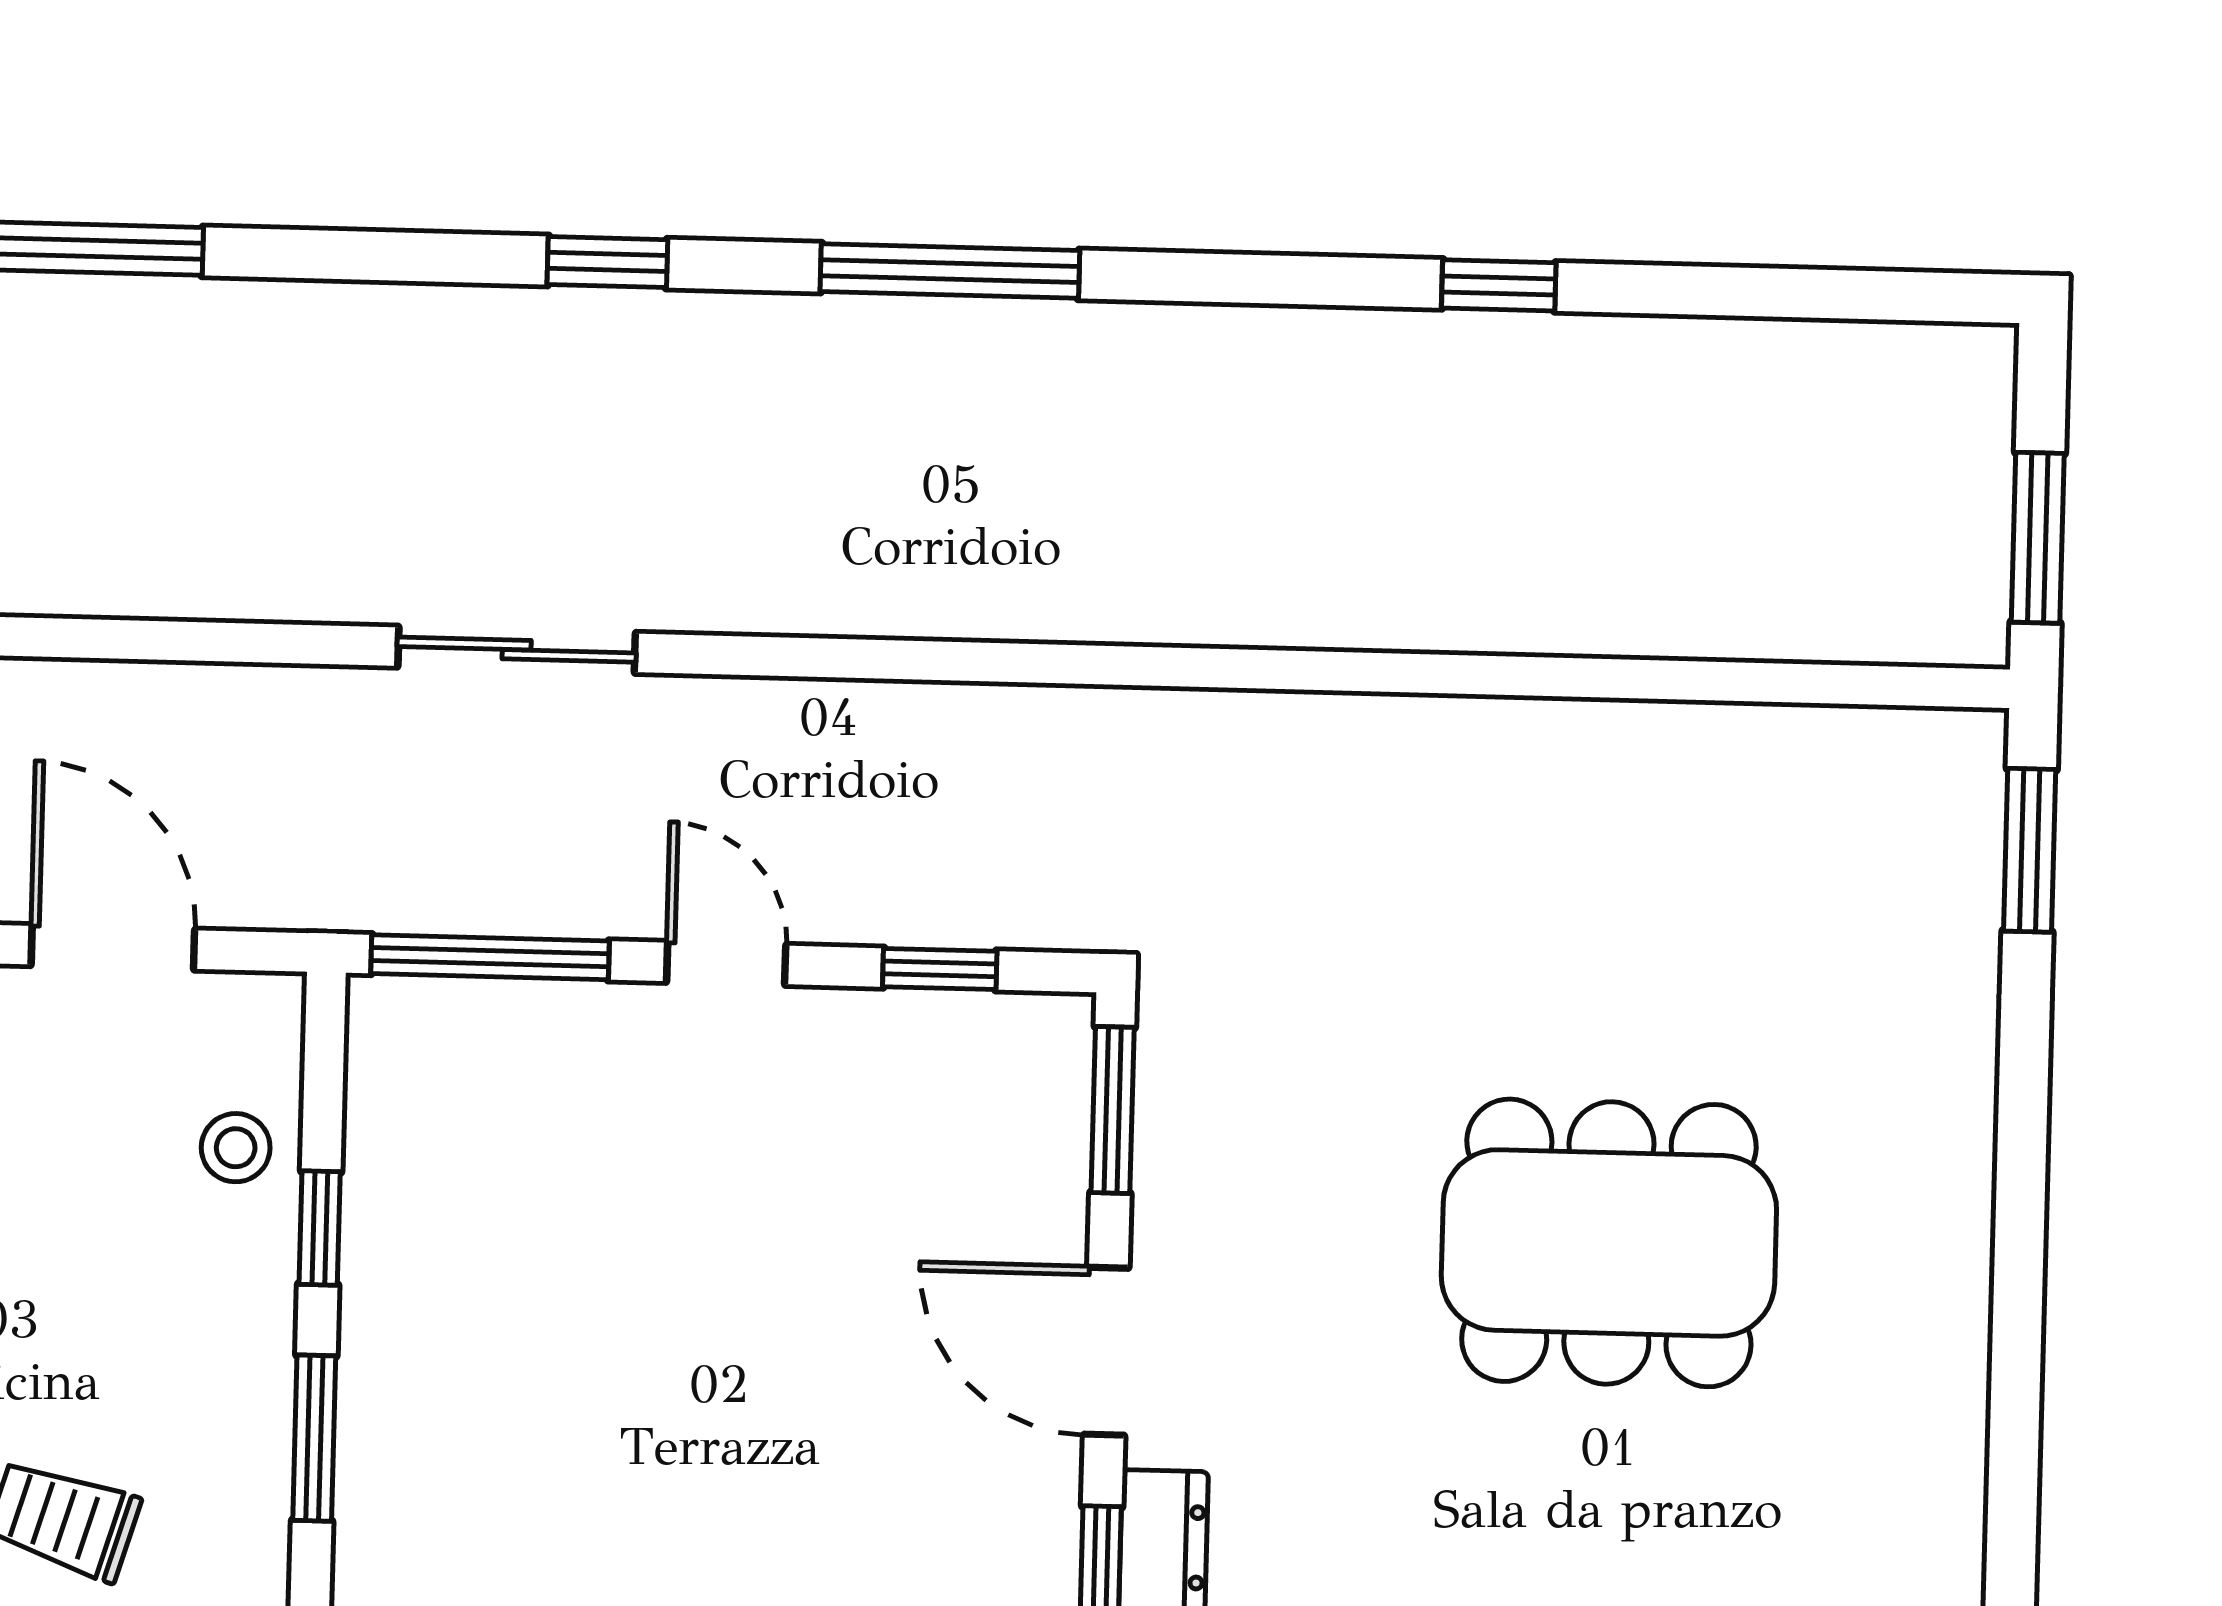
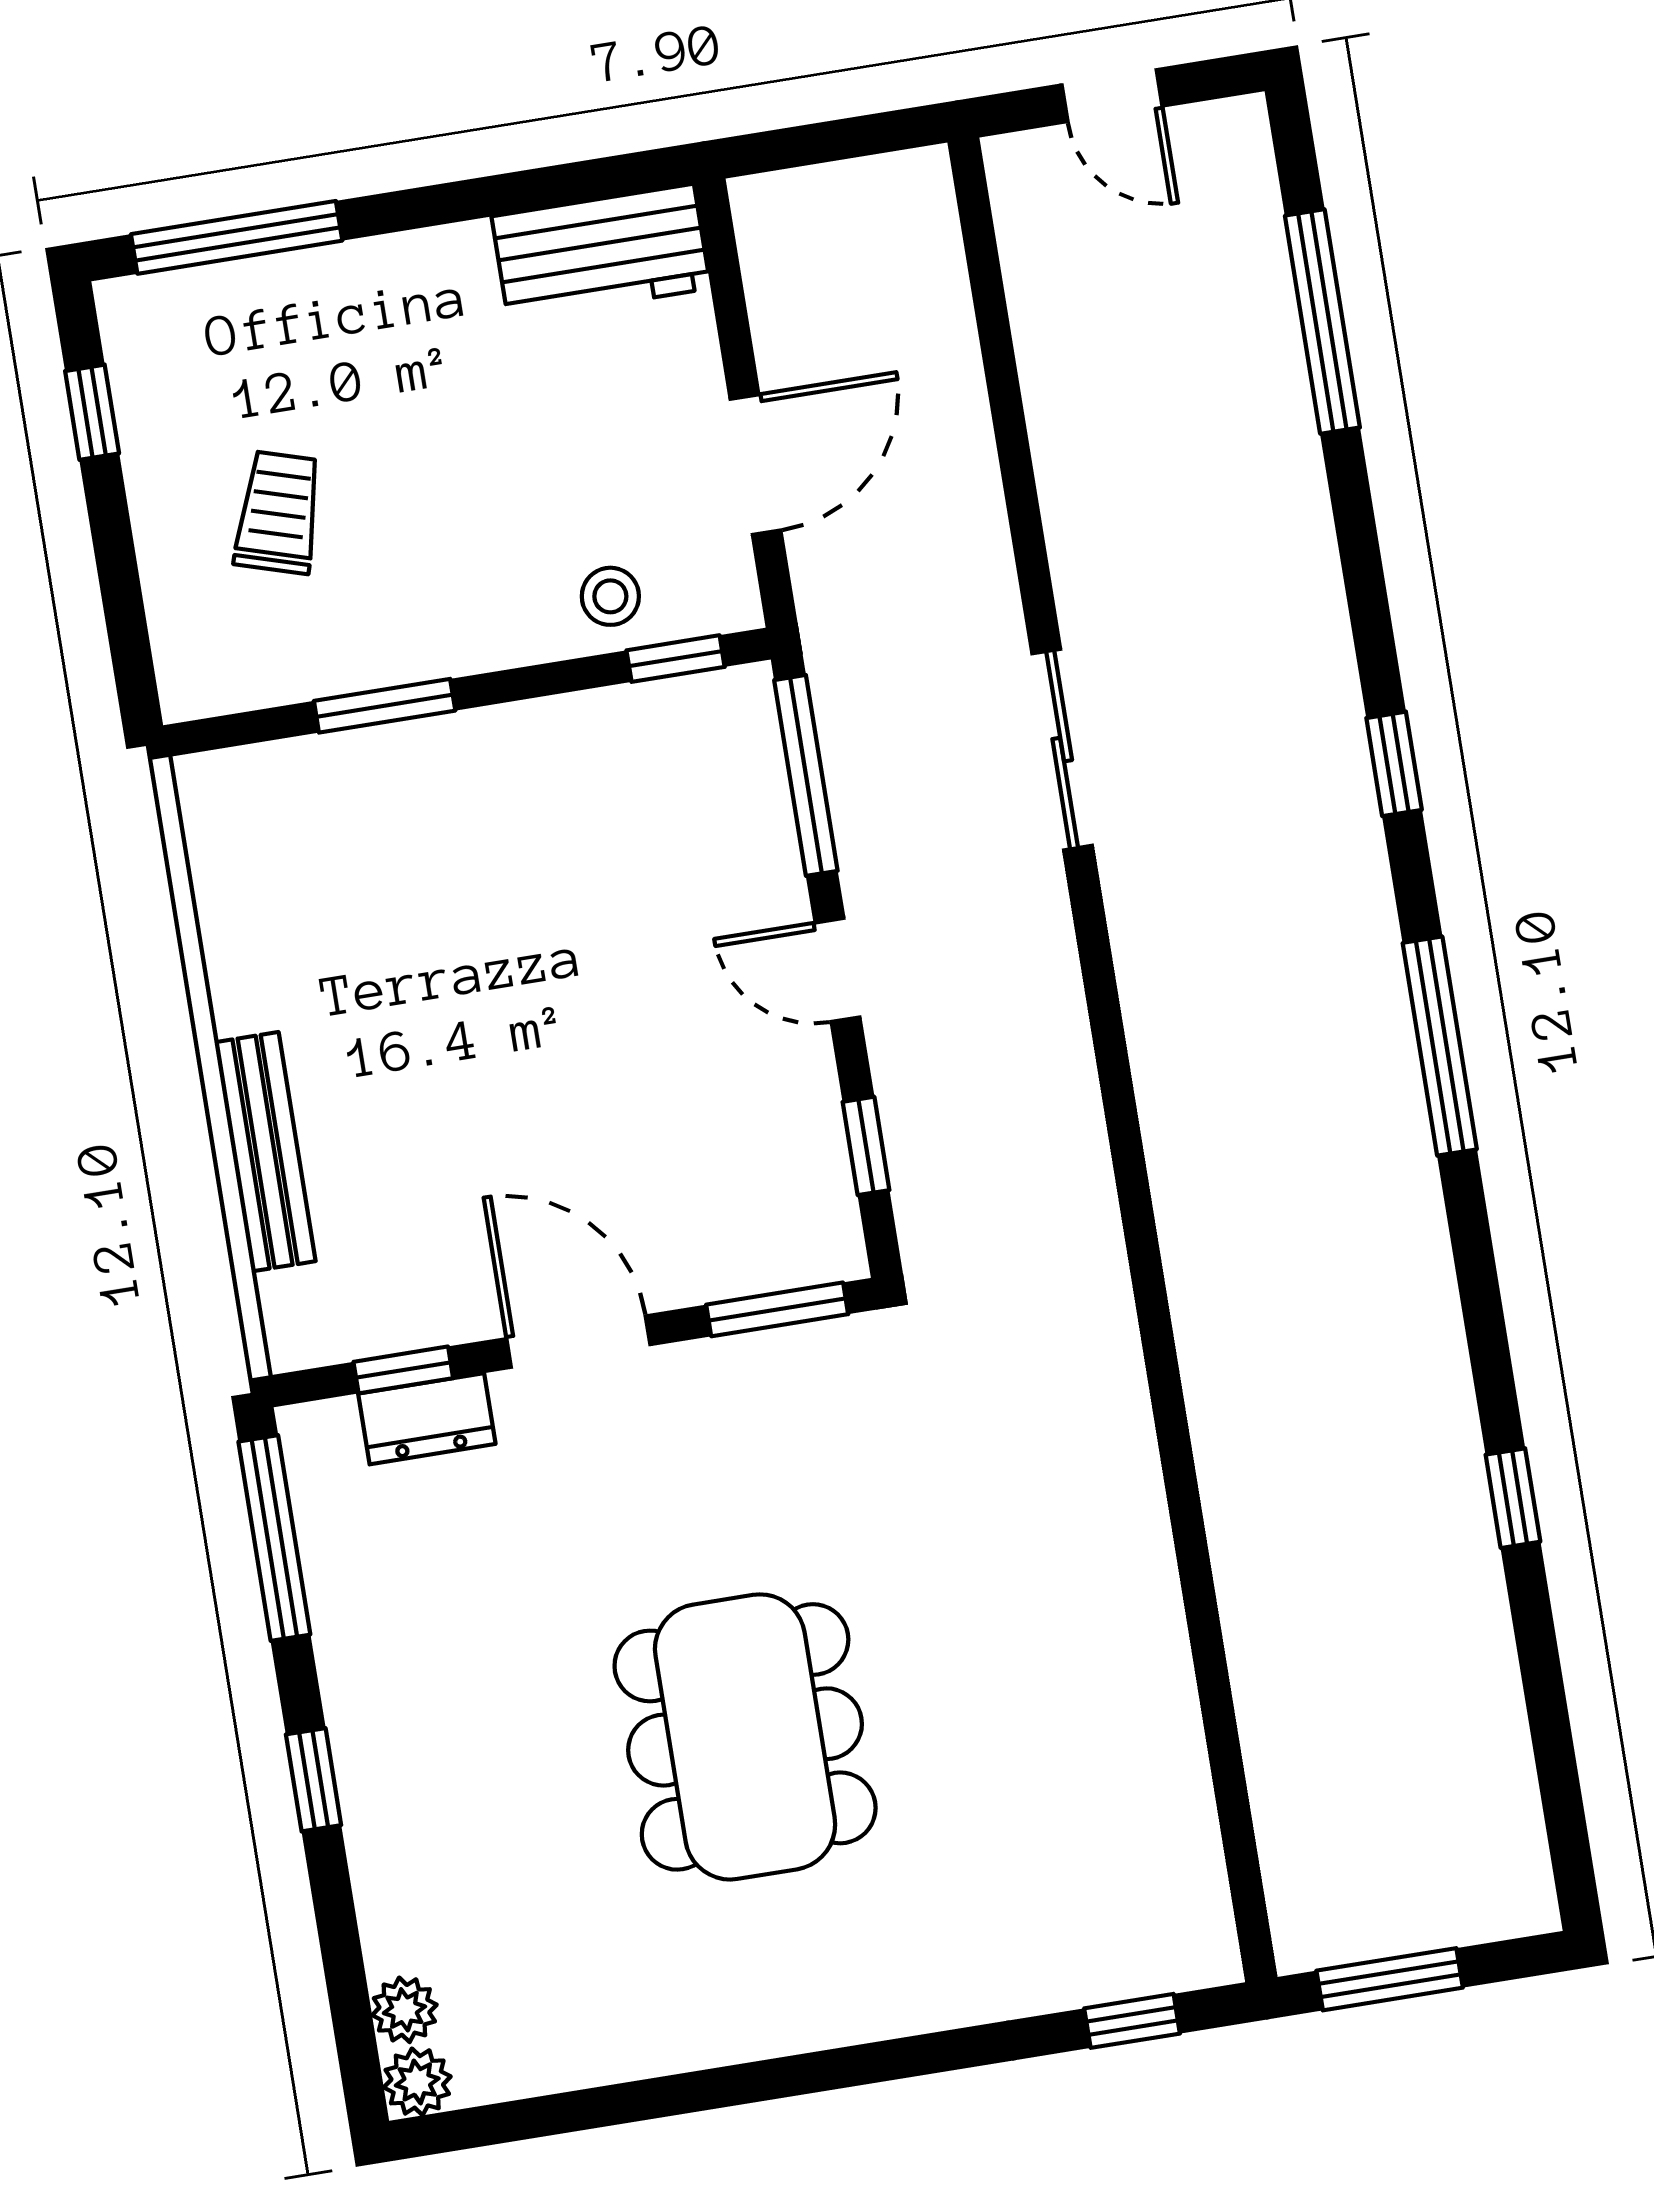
window: (2030, 850) -> (1132, 2021), width x0.67
door: (726, 963) -> (837, 970), swing flipped
window: (320, 1228) -> (676, 659), moved
door: (1106, 1351) -> (578, 1342), hinge flipped

